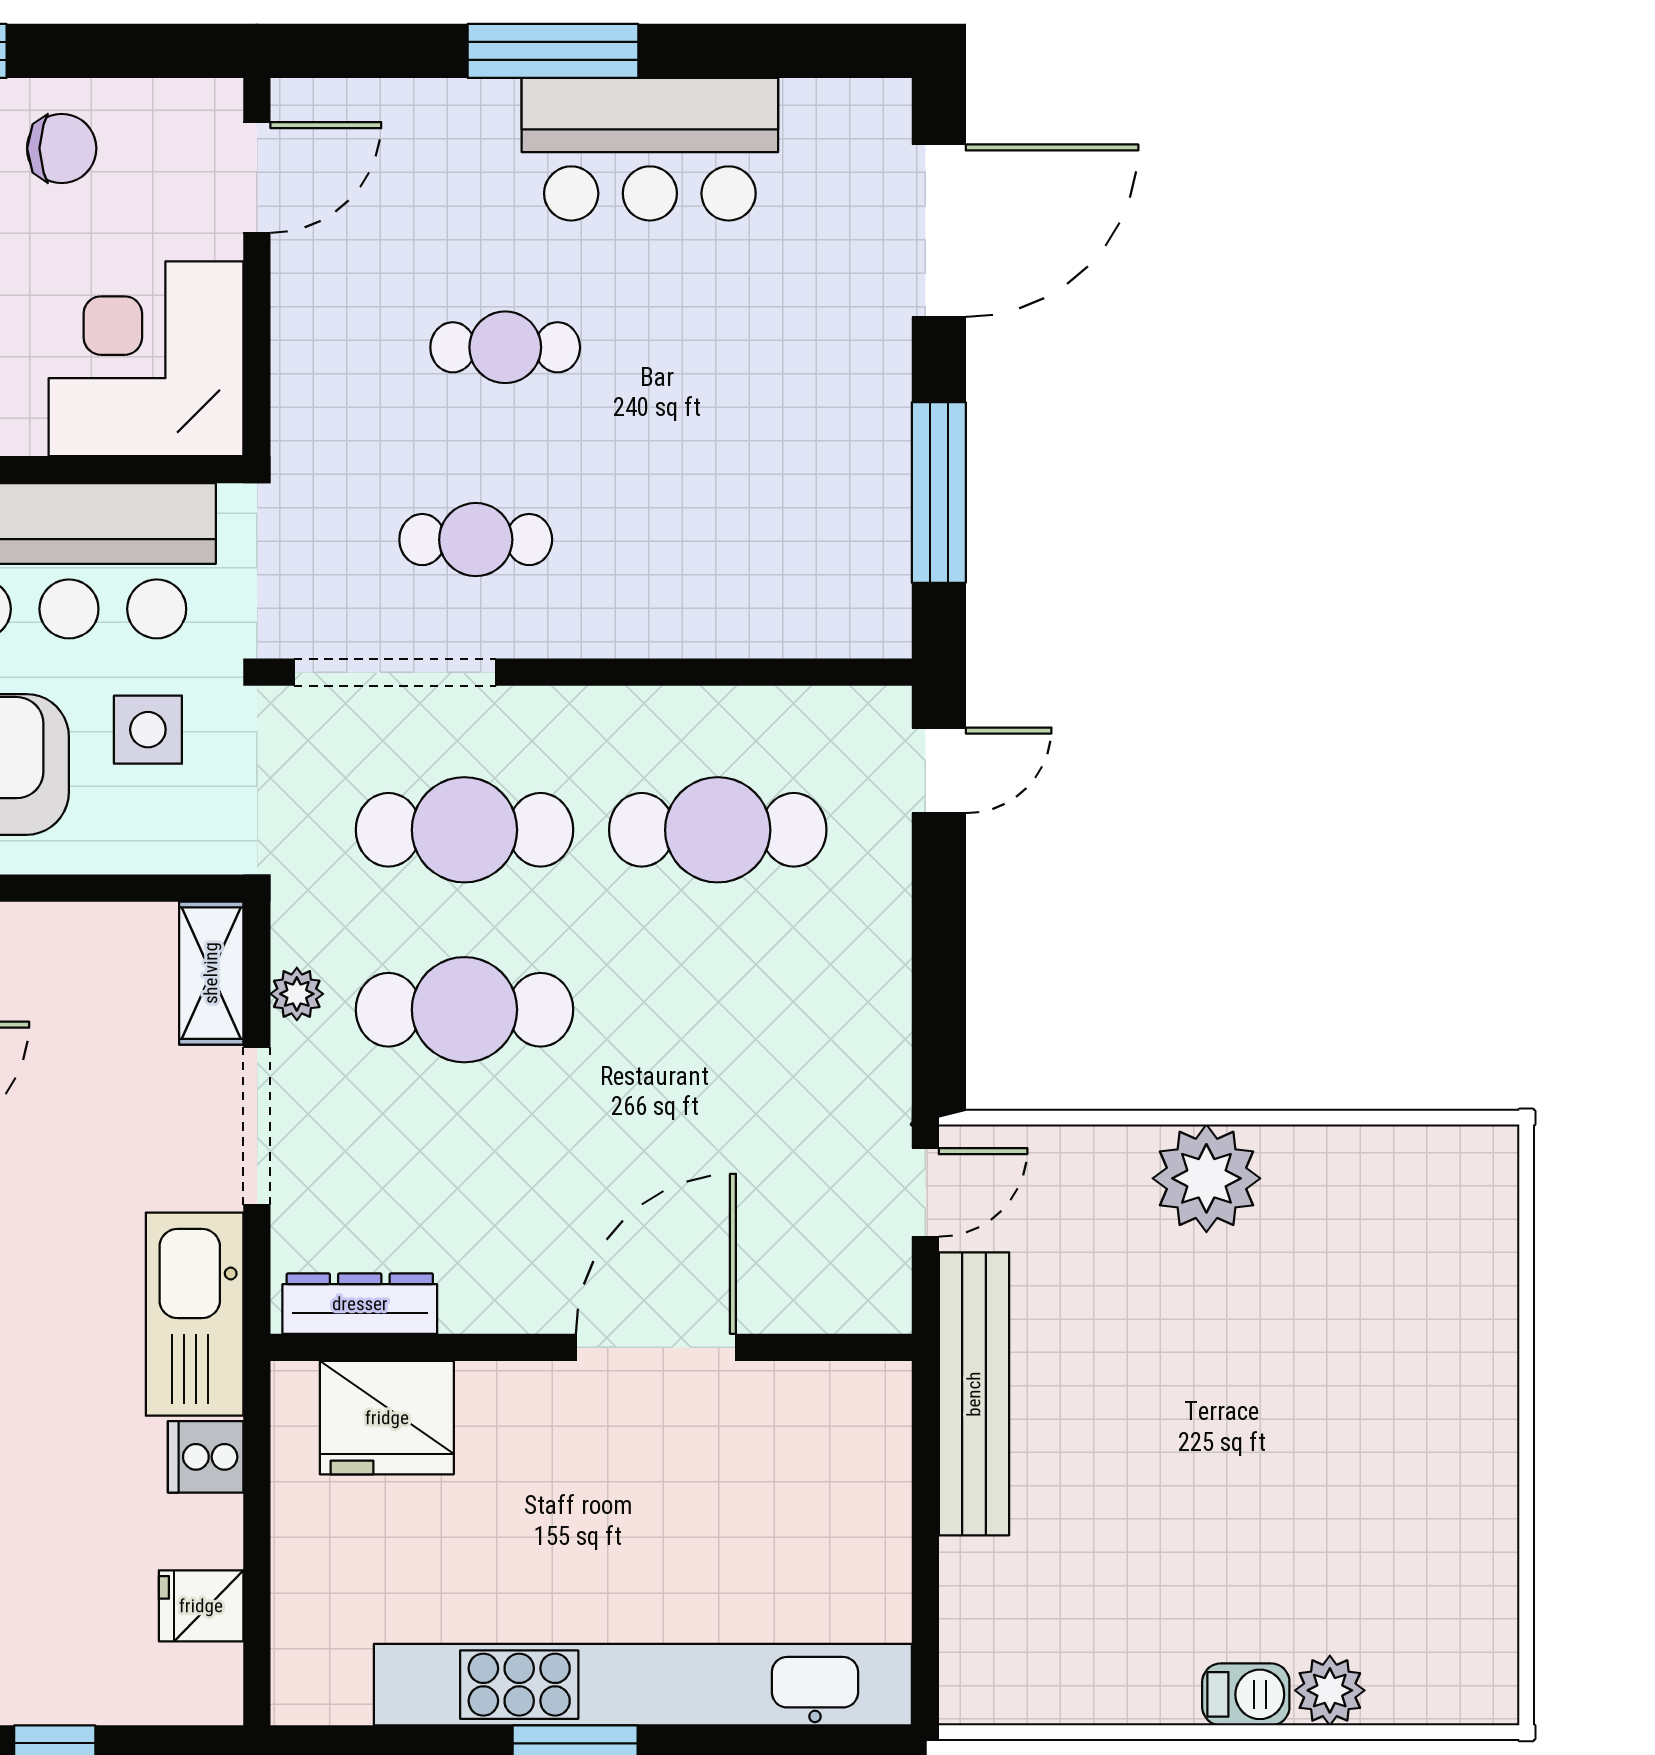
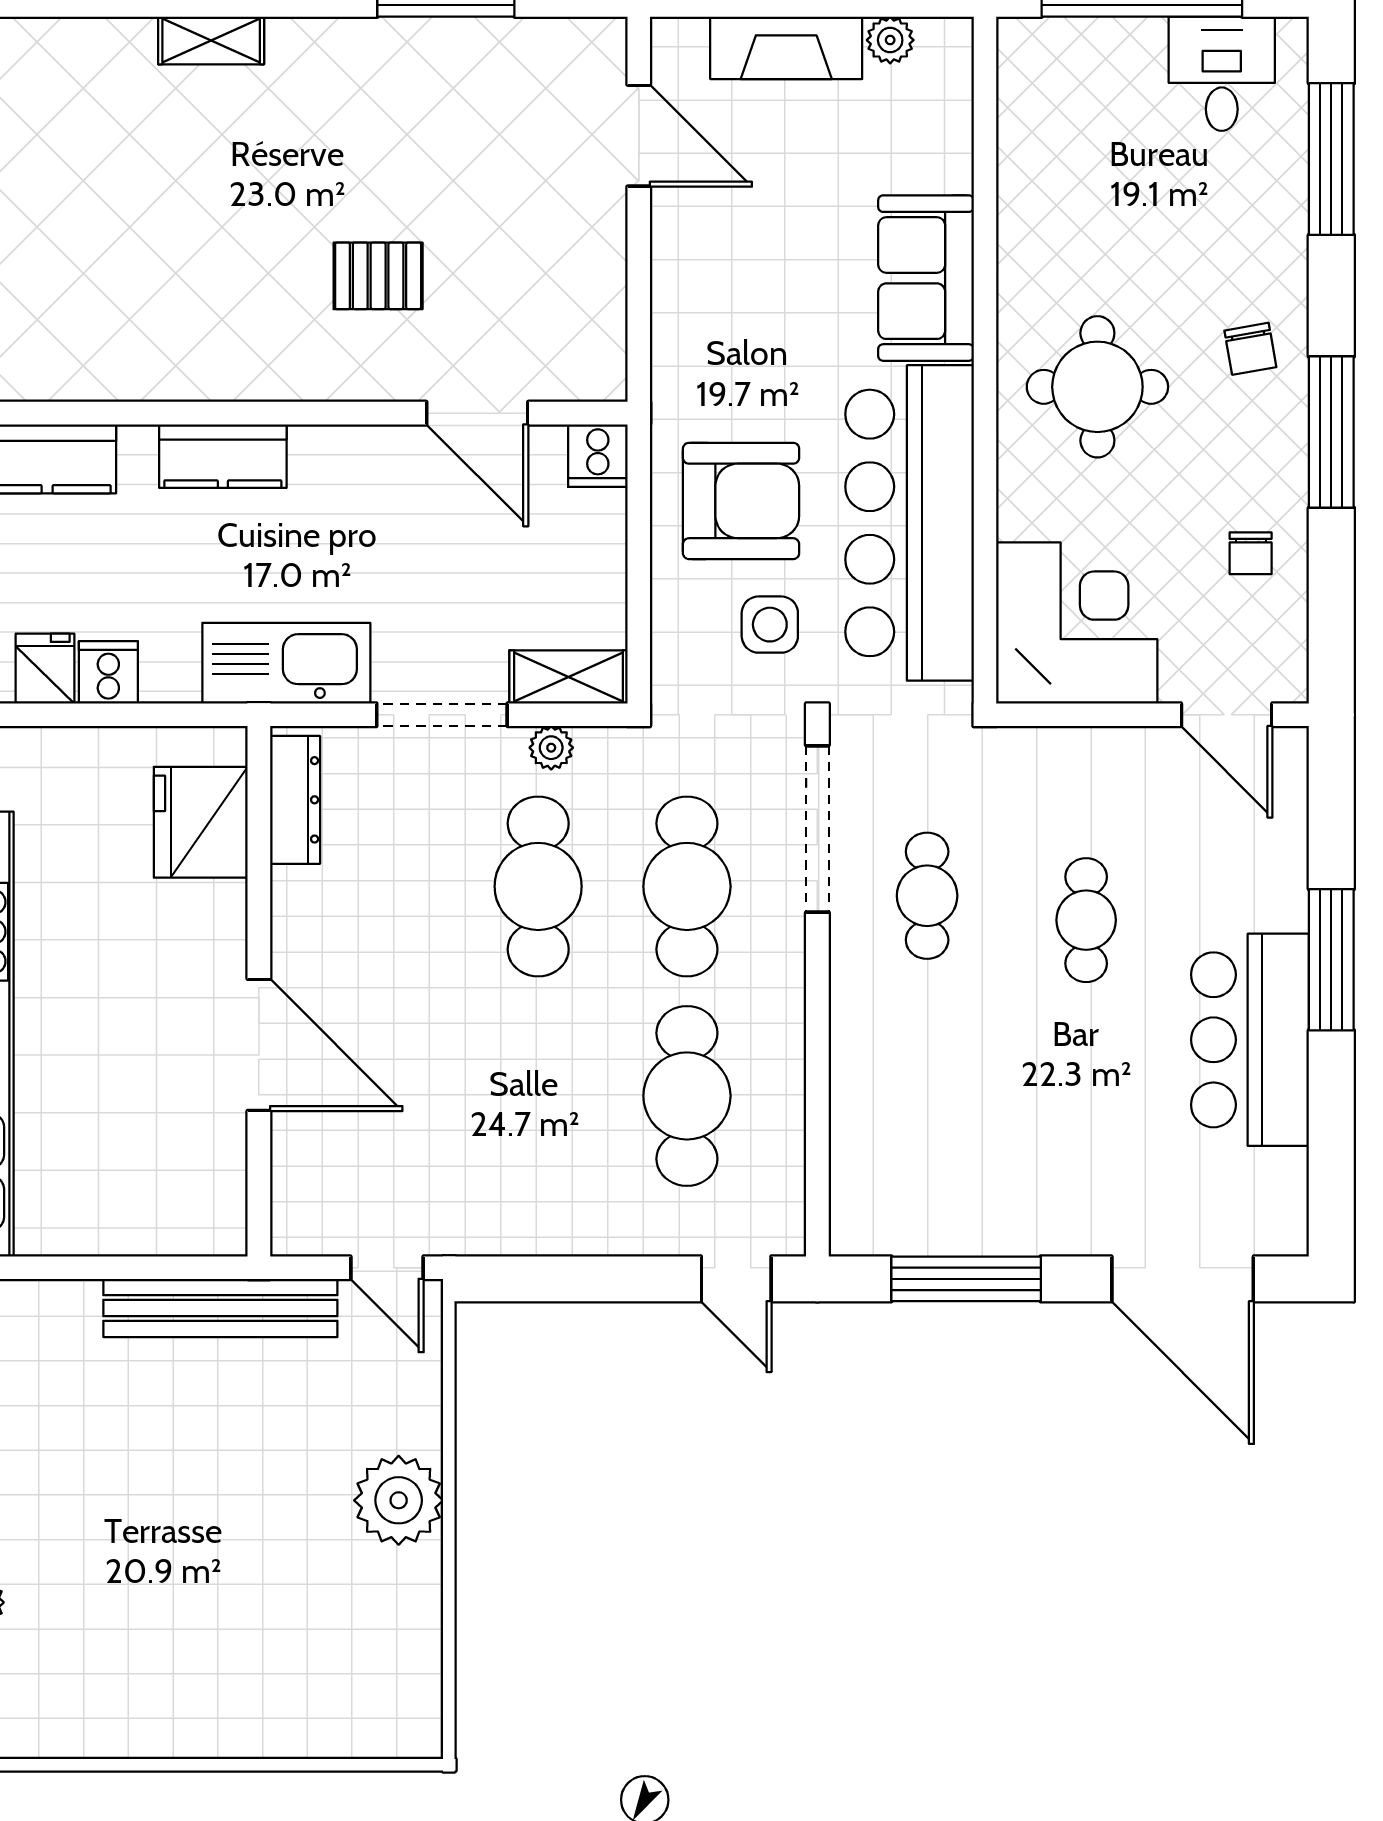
chair: (62, 148) -> (1251, 553), width x0.73, depth x0.73
cooker: (206, 1457) -> (108, 672), moved

